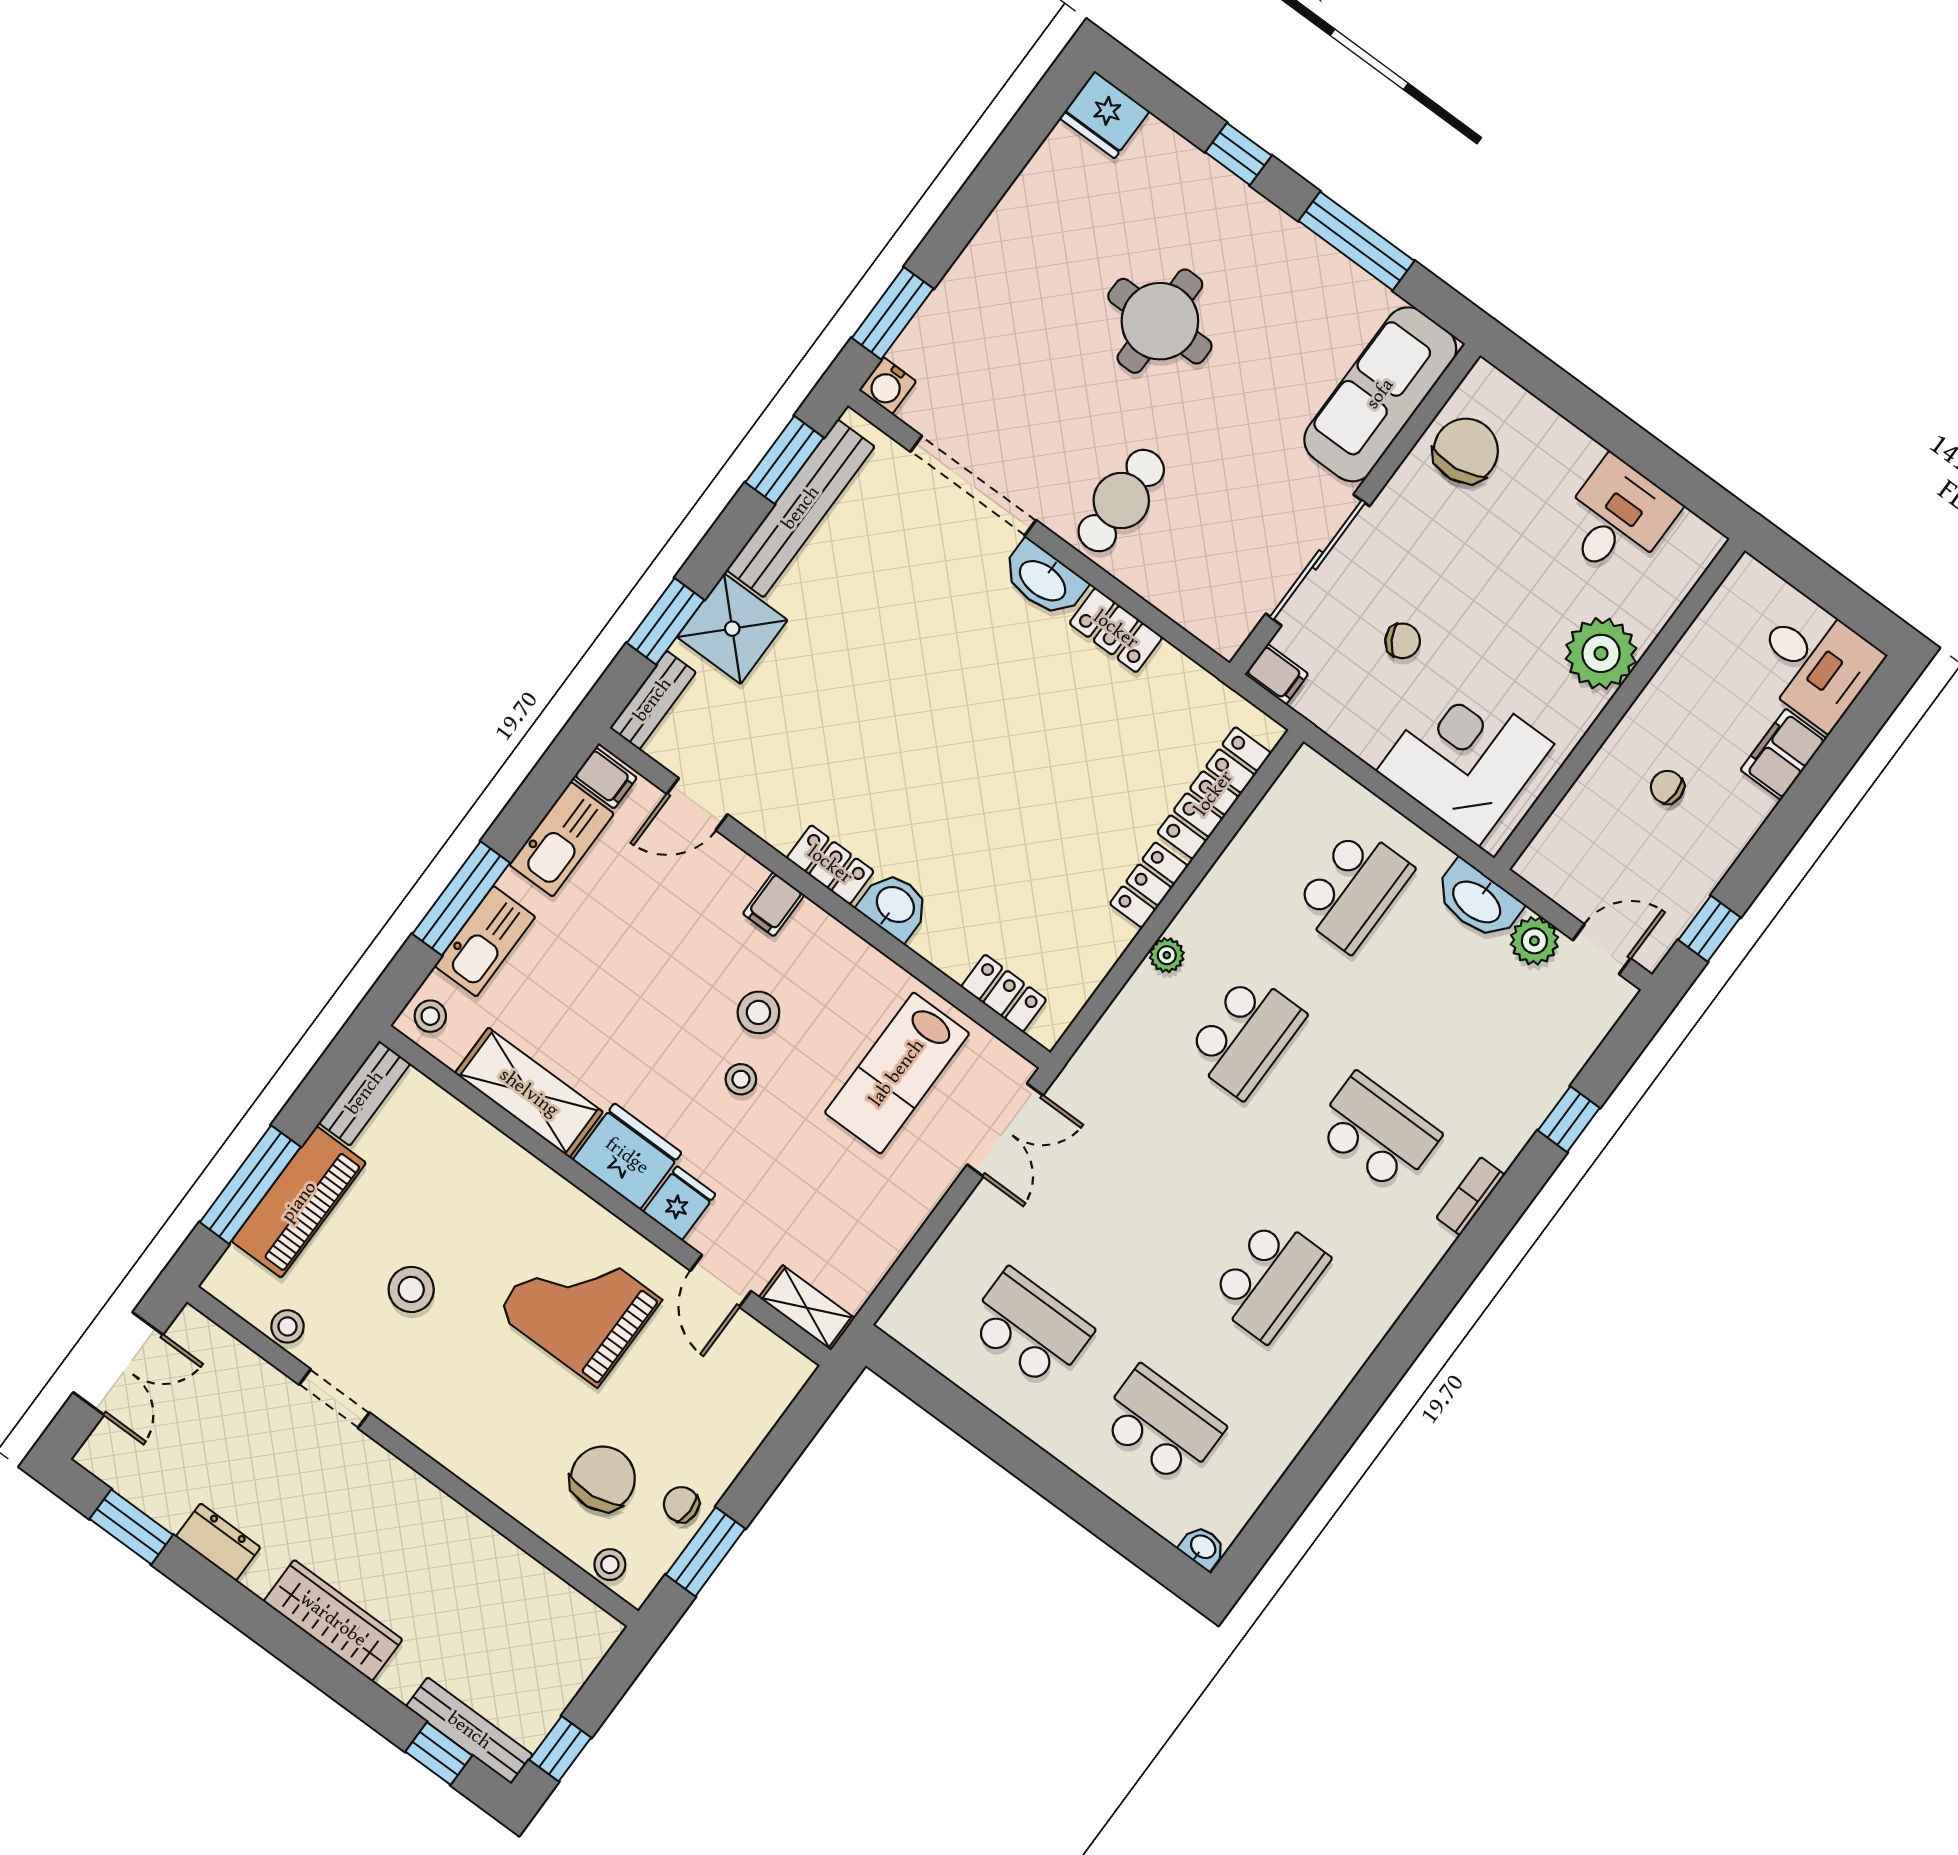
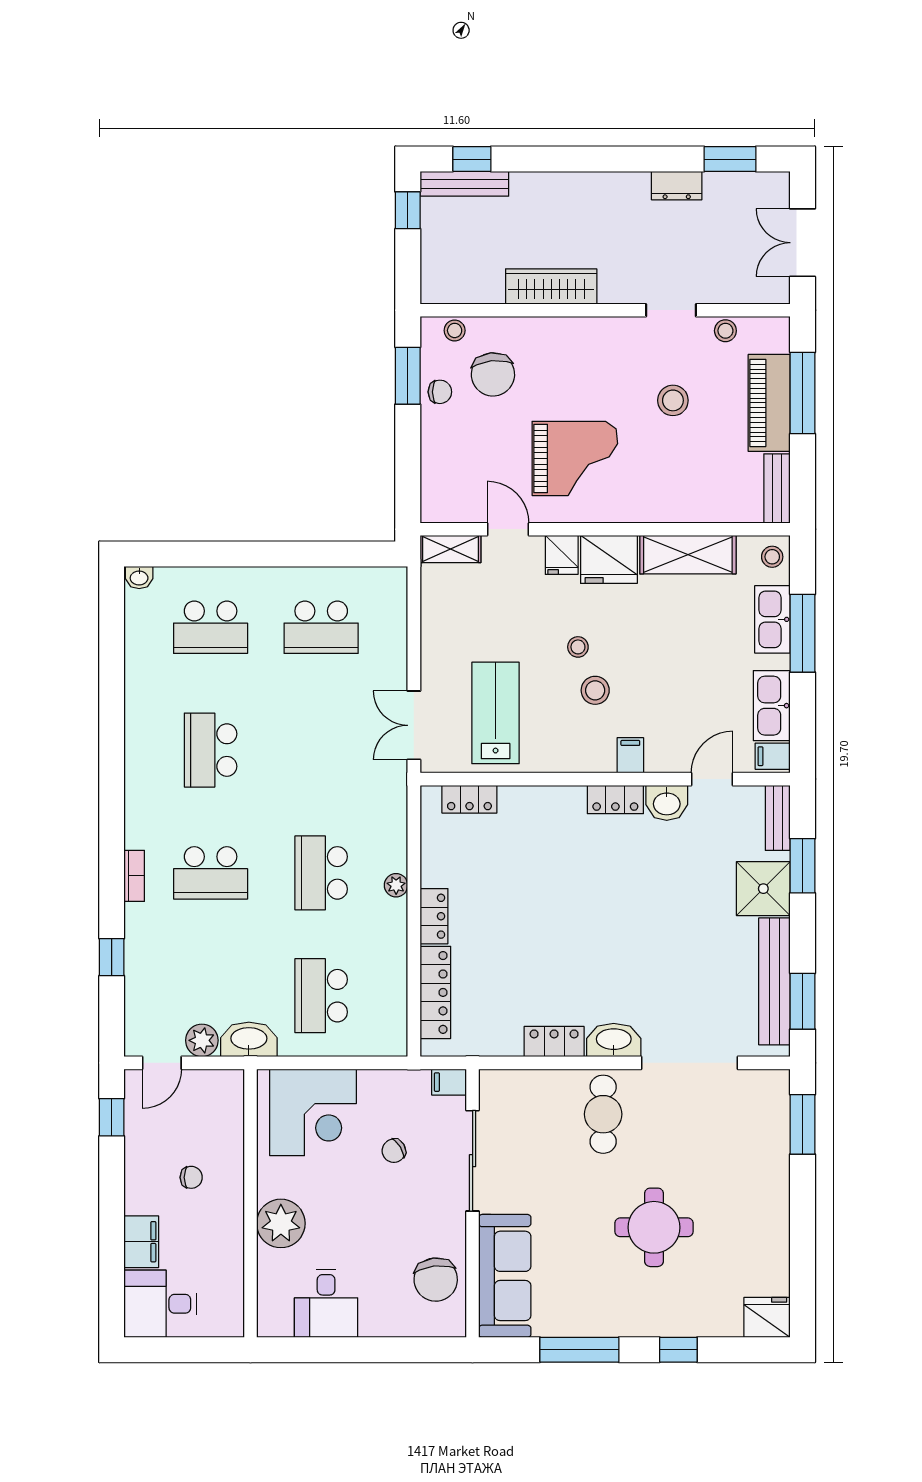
water cooler: (888, 386) -> (776, 1083), removed
washbasin: (894, 906) -> (667, 803), moved
wardrobe: (333, 1620) -> (551, 286), moved, turned 180

